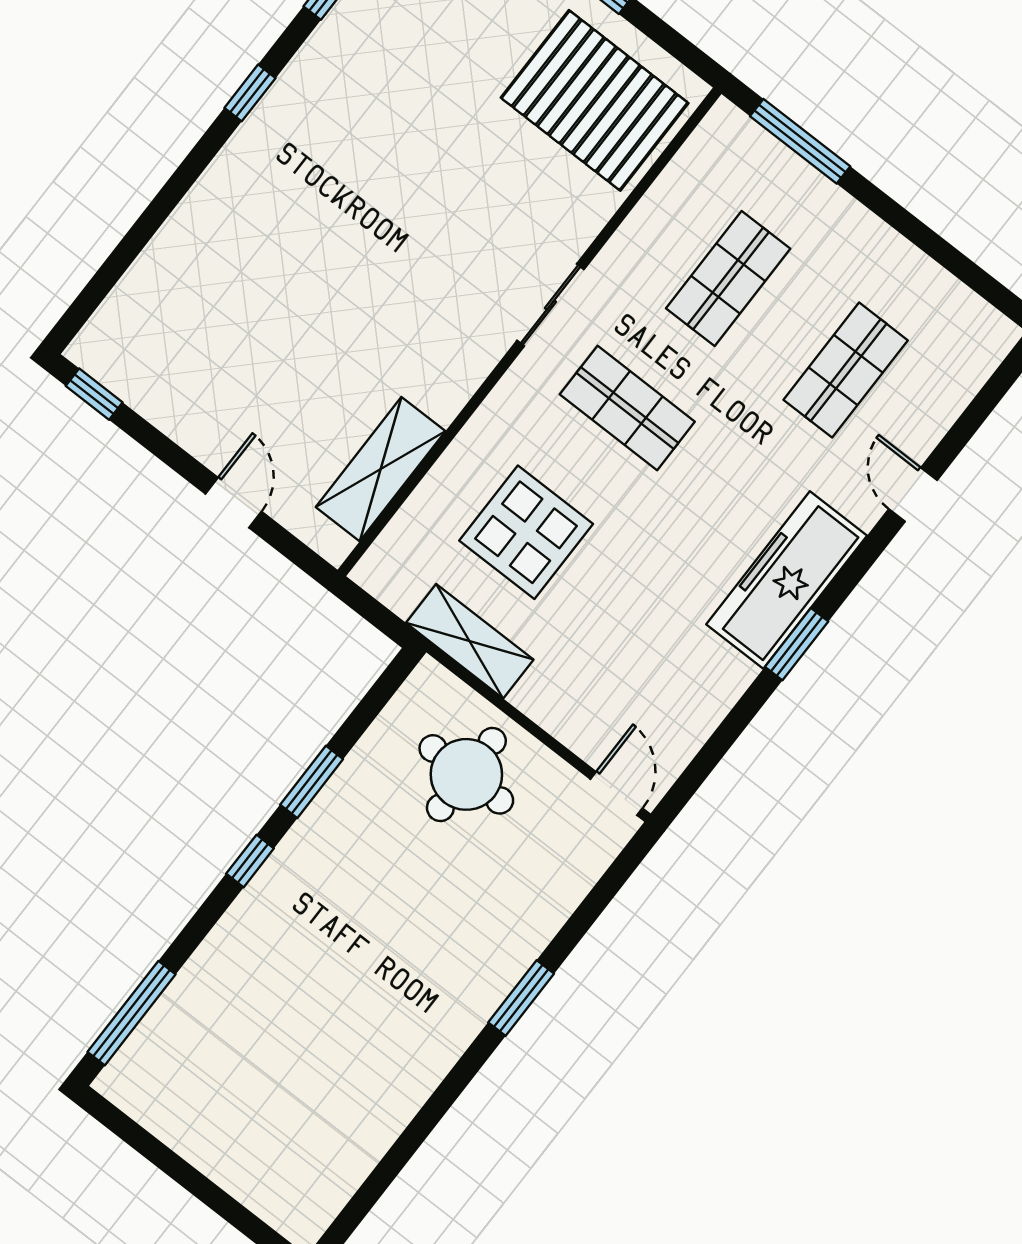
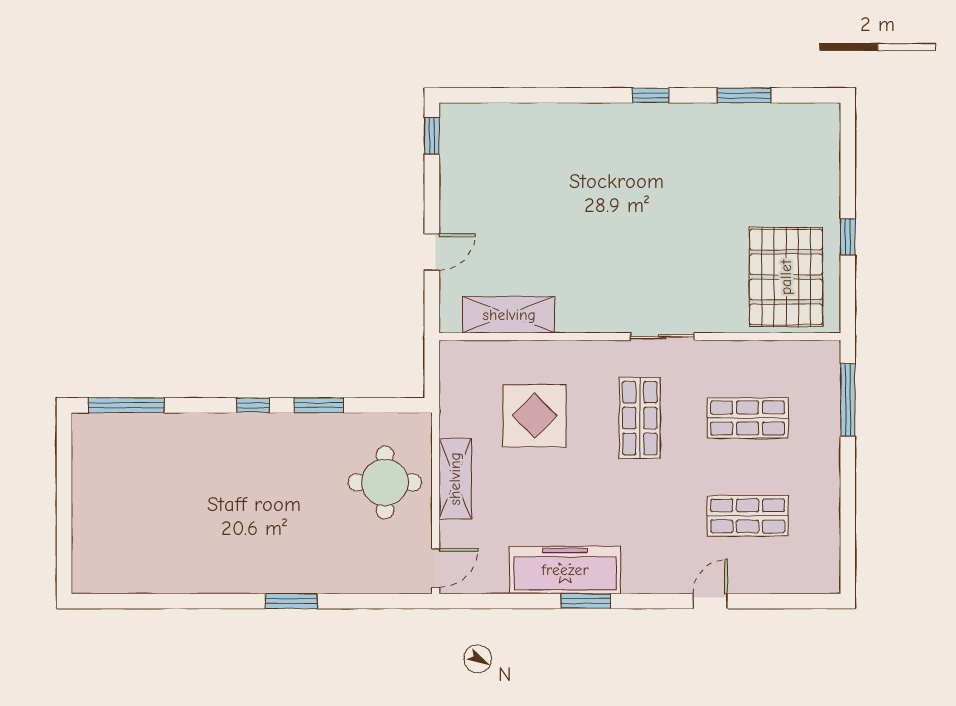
freezer: (787, 580) -> (565, 570), moved
shelving: (470, 641) -> (455, 479), moved

